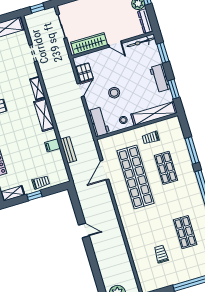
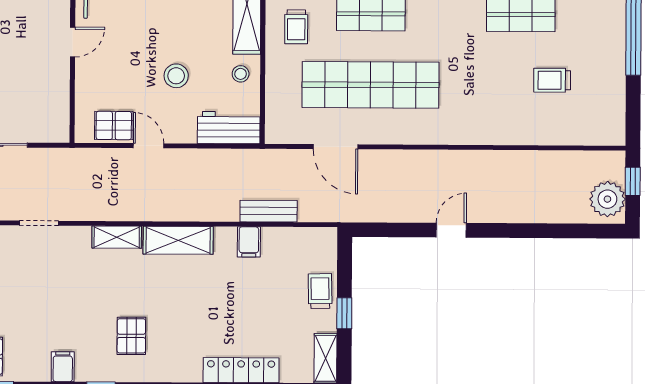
wardrobe: (89, 44) -> (55, 97), removed

